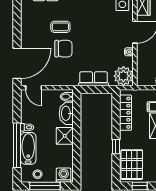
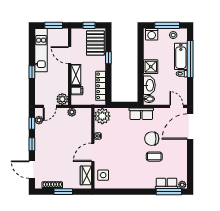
row of seats: (93, 79) -> (141, 114), moved

